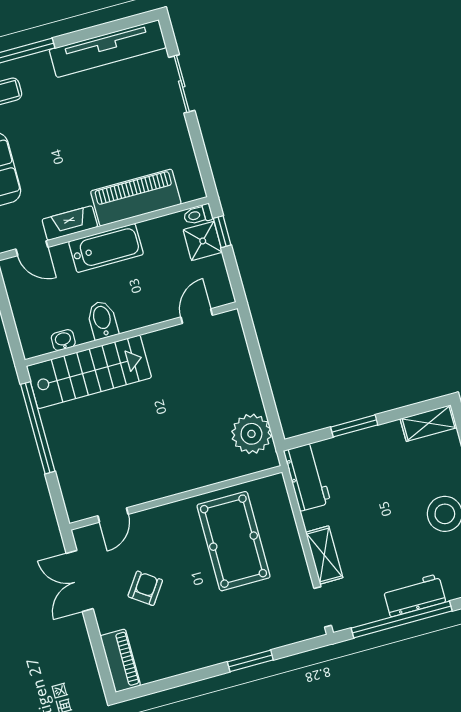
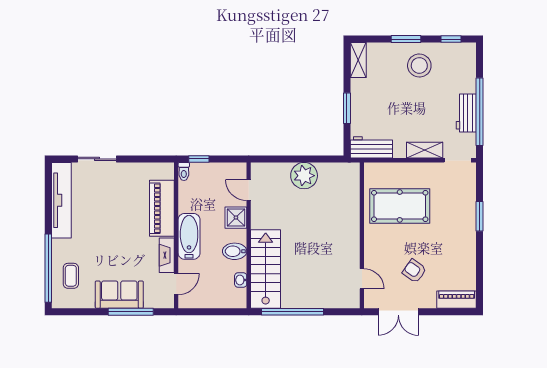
shower: (203, 241) -> (236, 218), moved
plant: (251, 434) -> (304, 176), moved
workbench: (414, 595) -> (466, 113), moved

